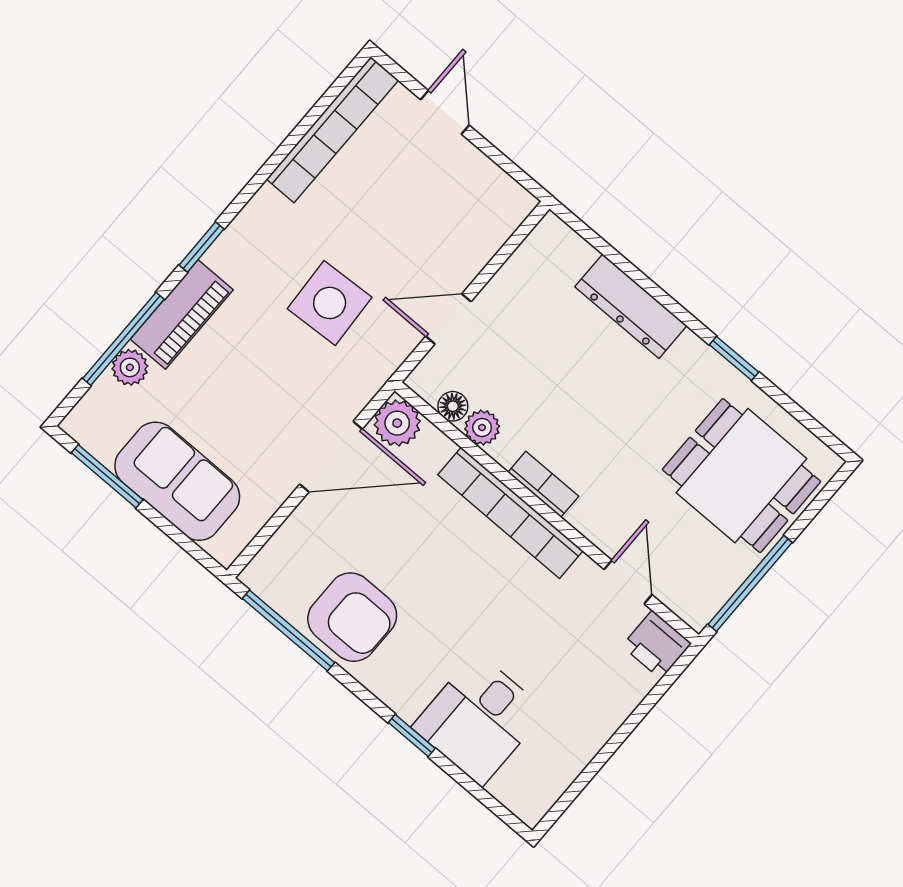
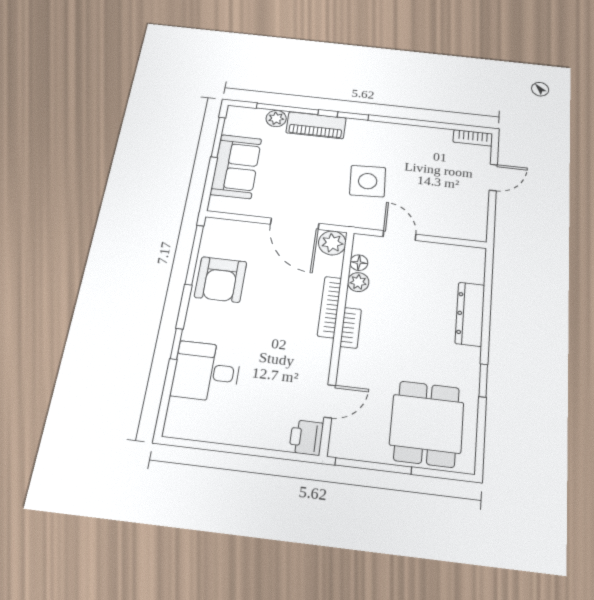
bookcase: (333, 130) -> (473, 138), width x0.43, depth x0.76
bookcase: (510, 513) -> (330, 307), width x0.68, depth x0.76

